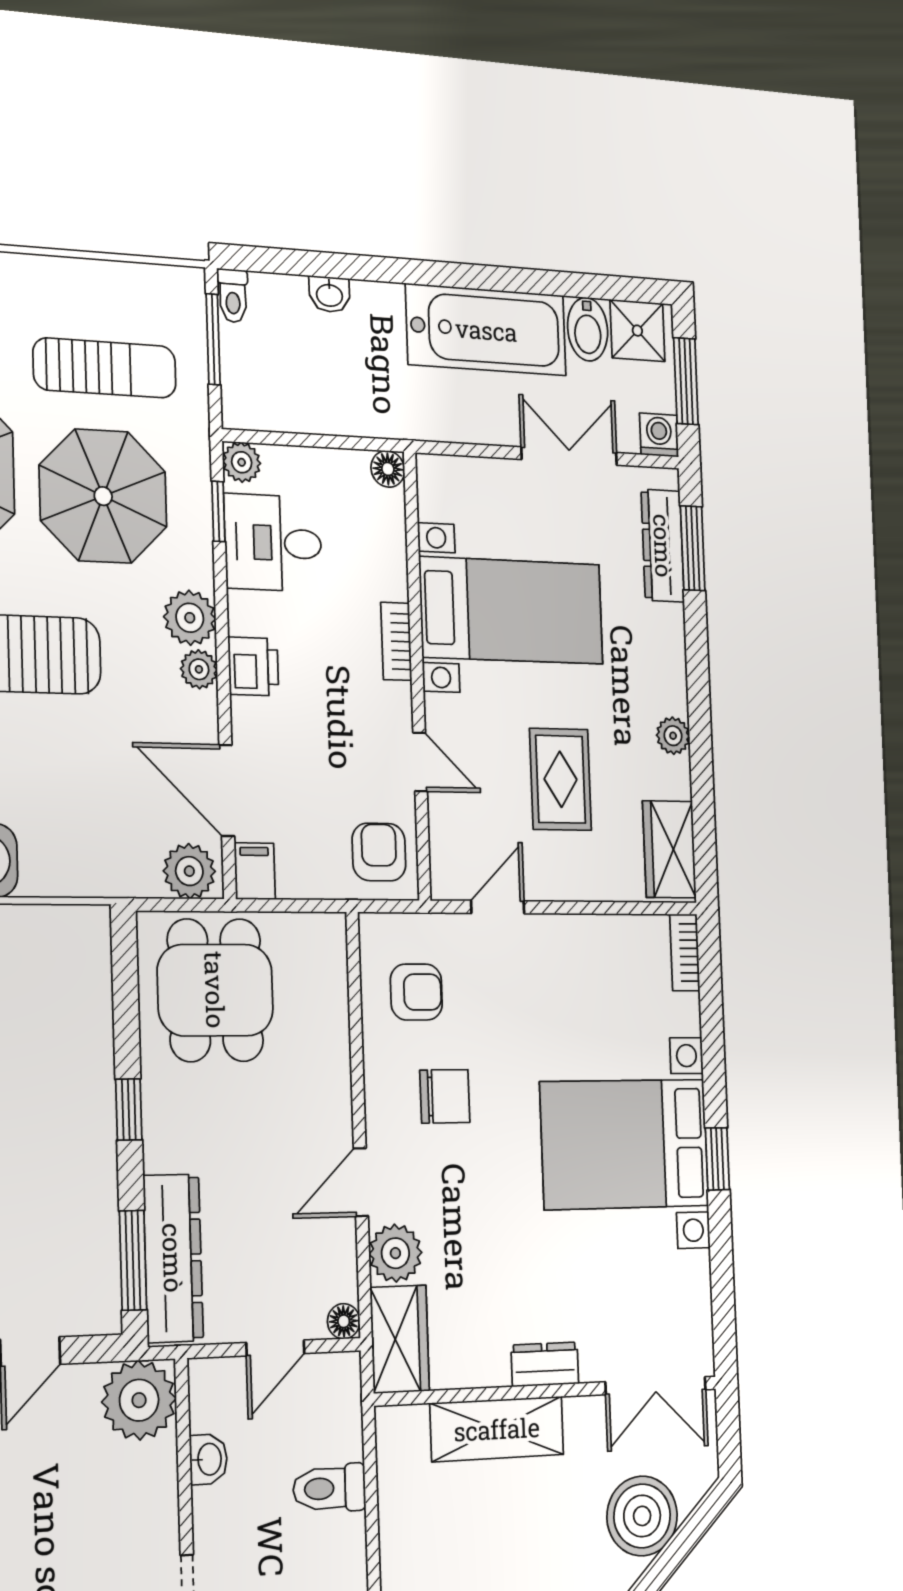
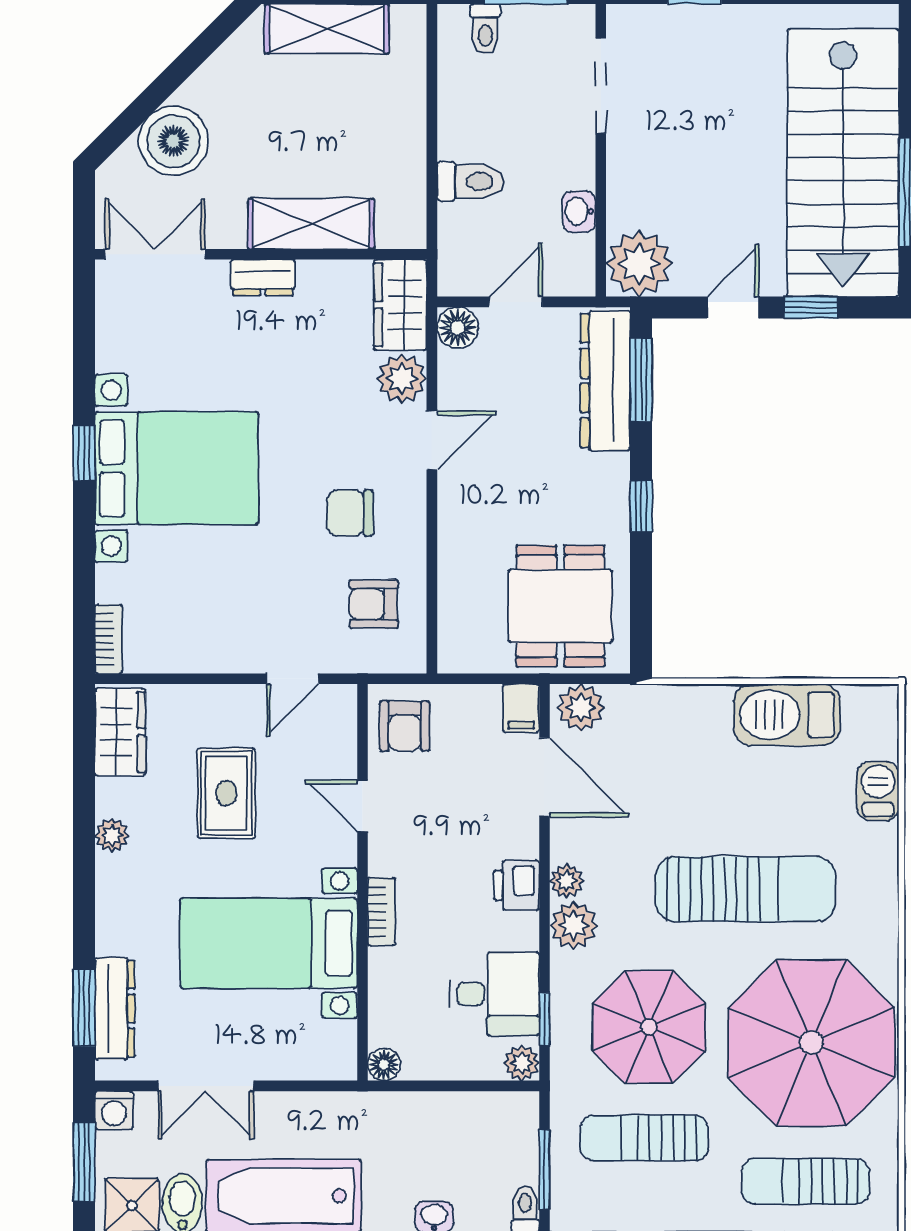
floor lamp: (344, 1321) -> (458, 328), width x1.37, depth x1.37

